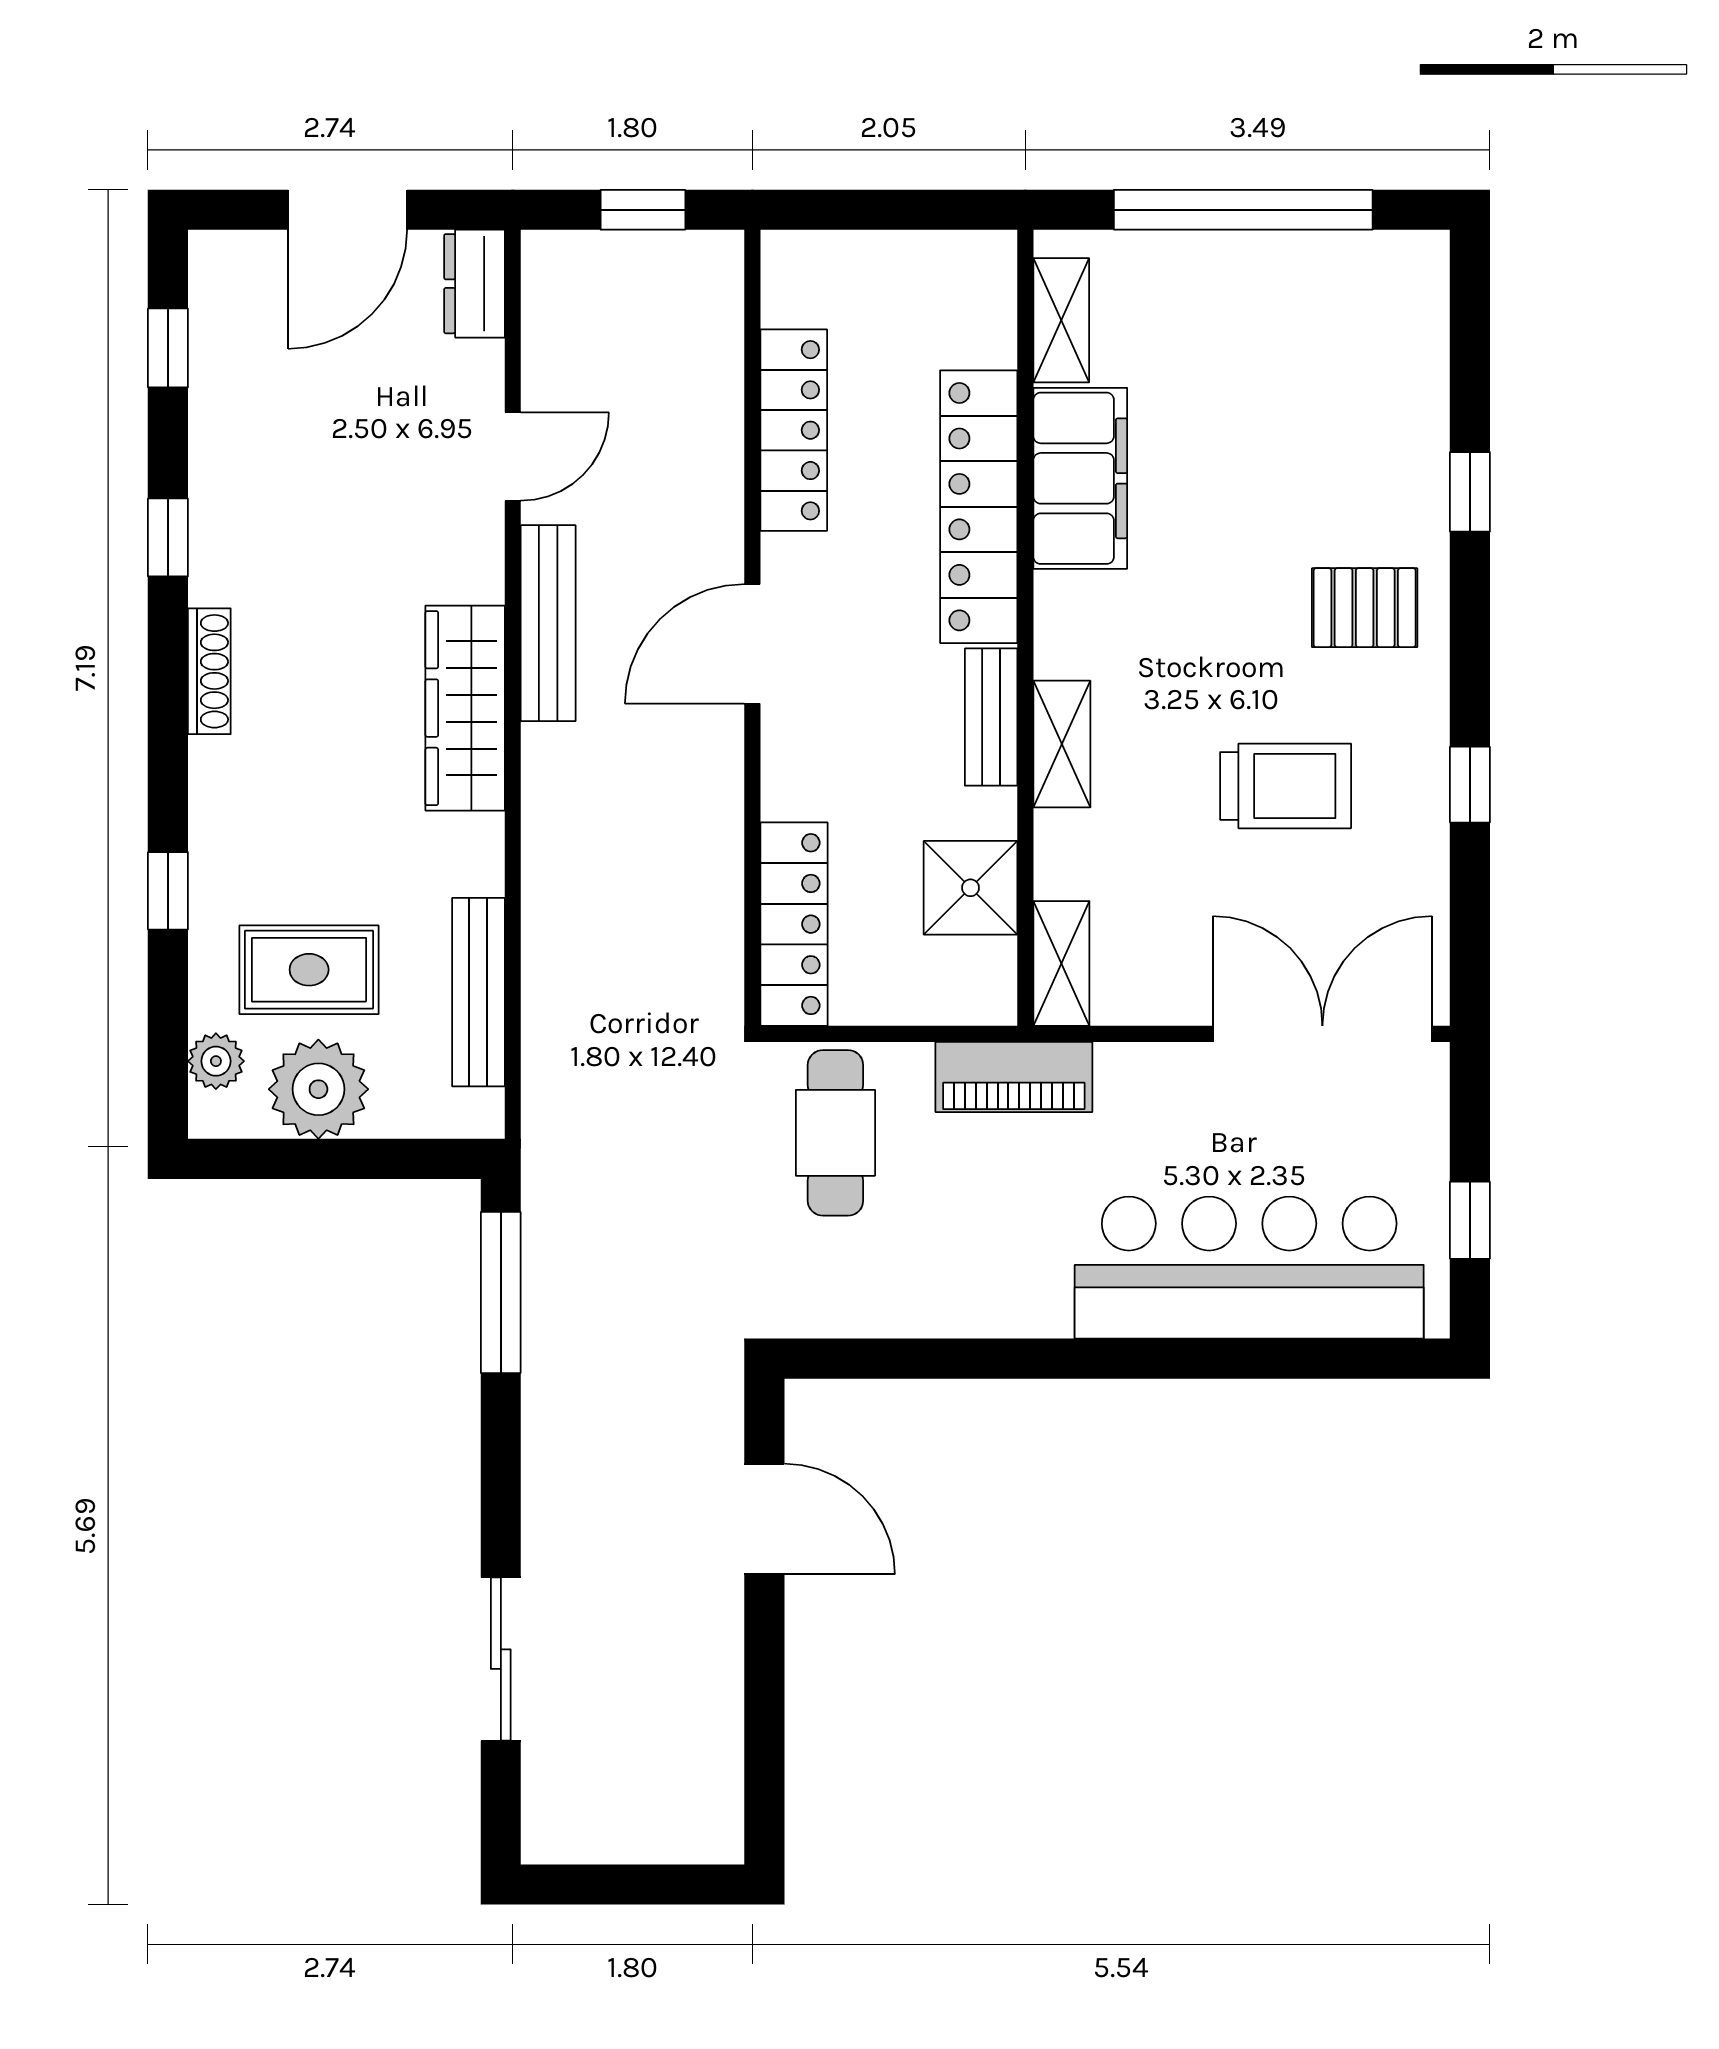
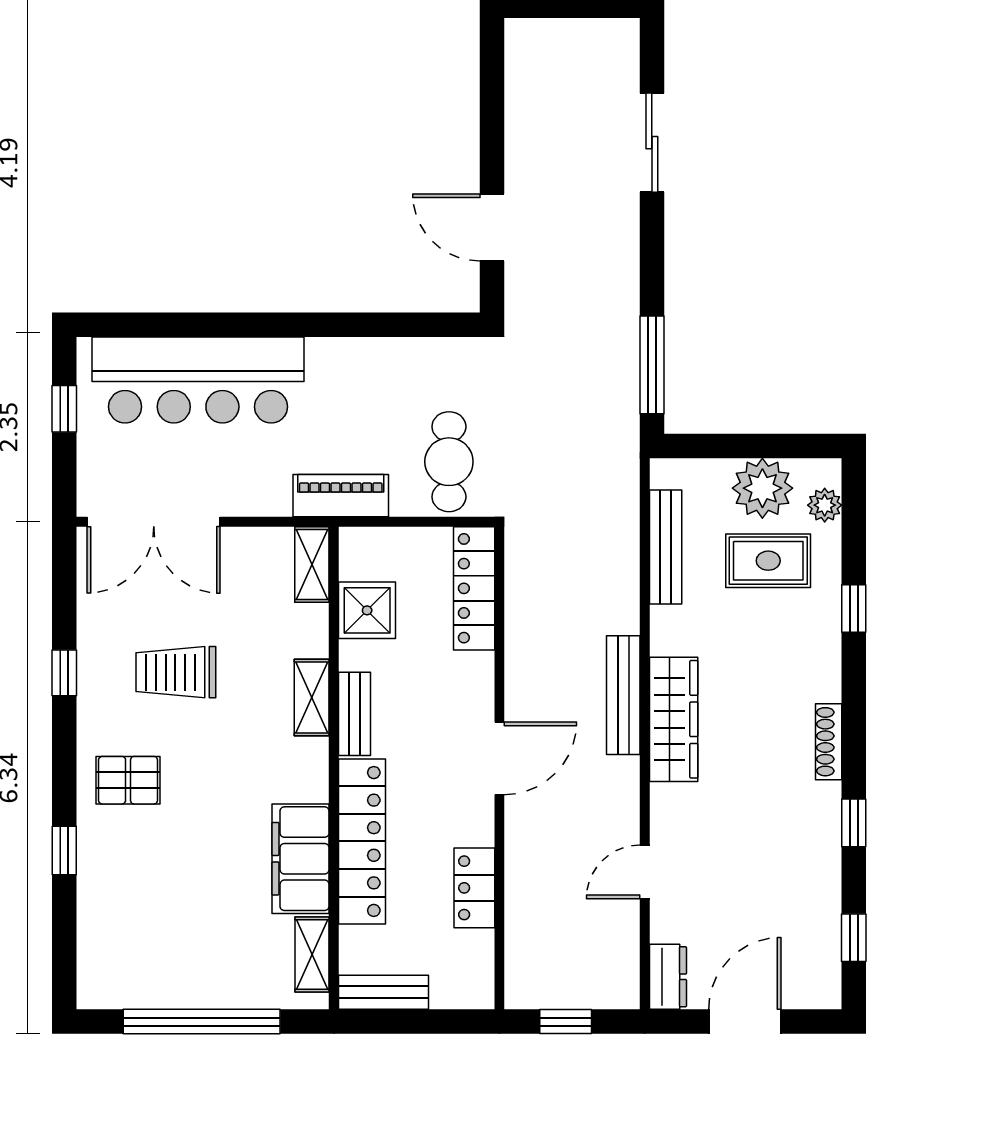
bench: (943, 258) -> (384, 992), added
locker: (794, 430) -> (474, 888), width x0.66
bench: (548, 623) -> (623, 695), moved

